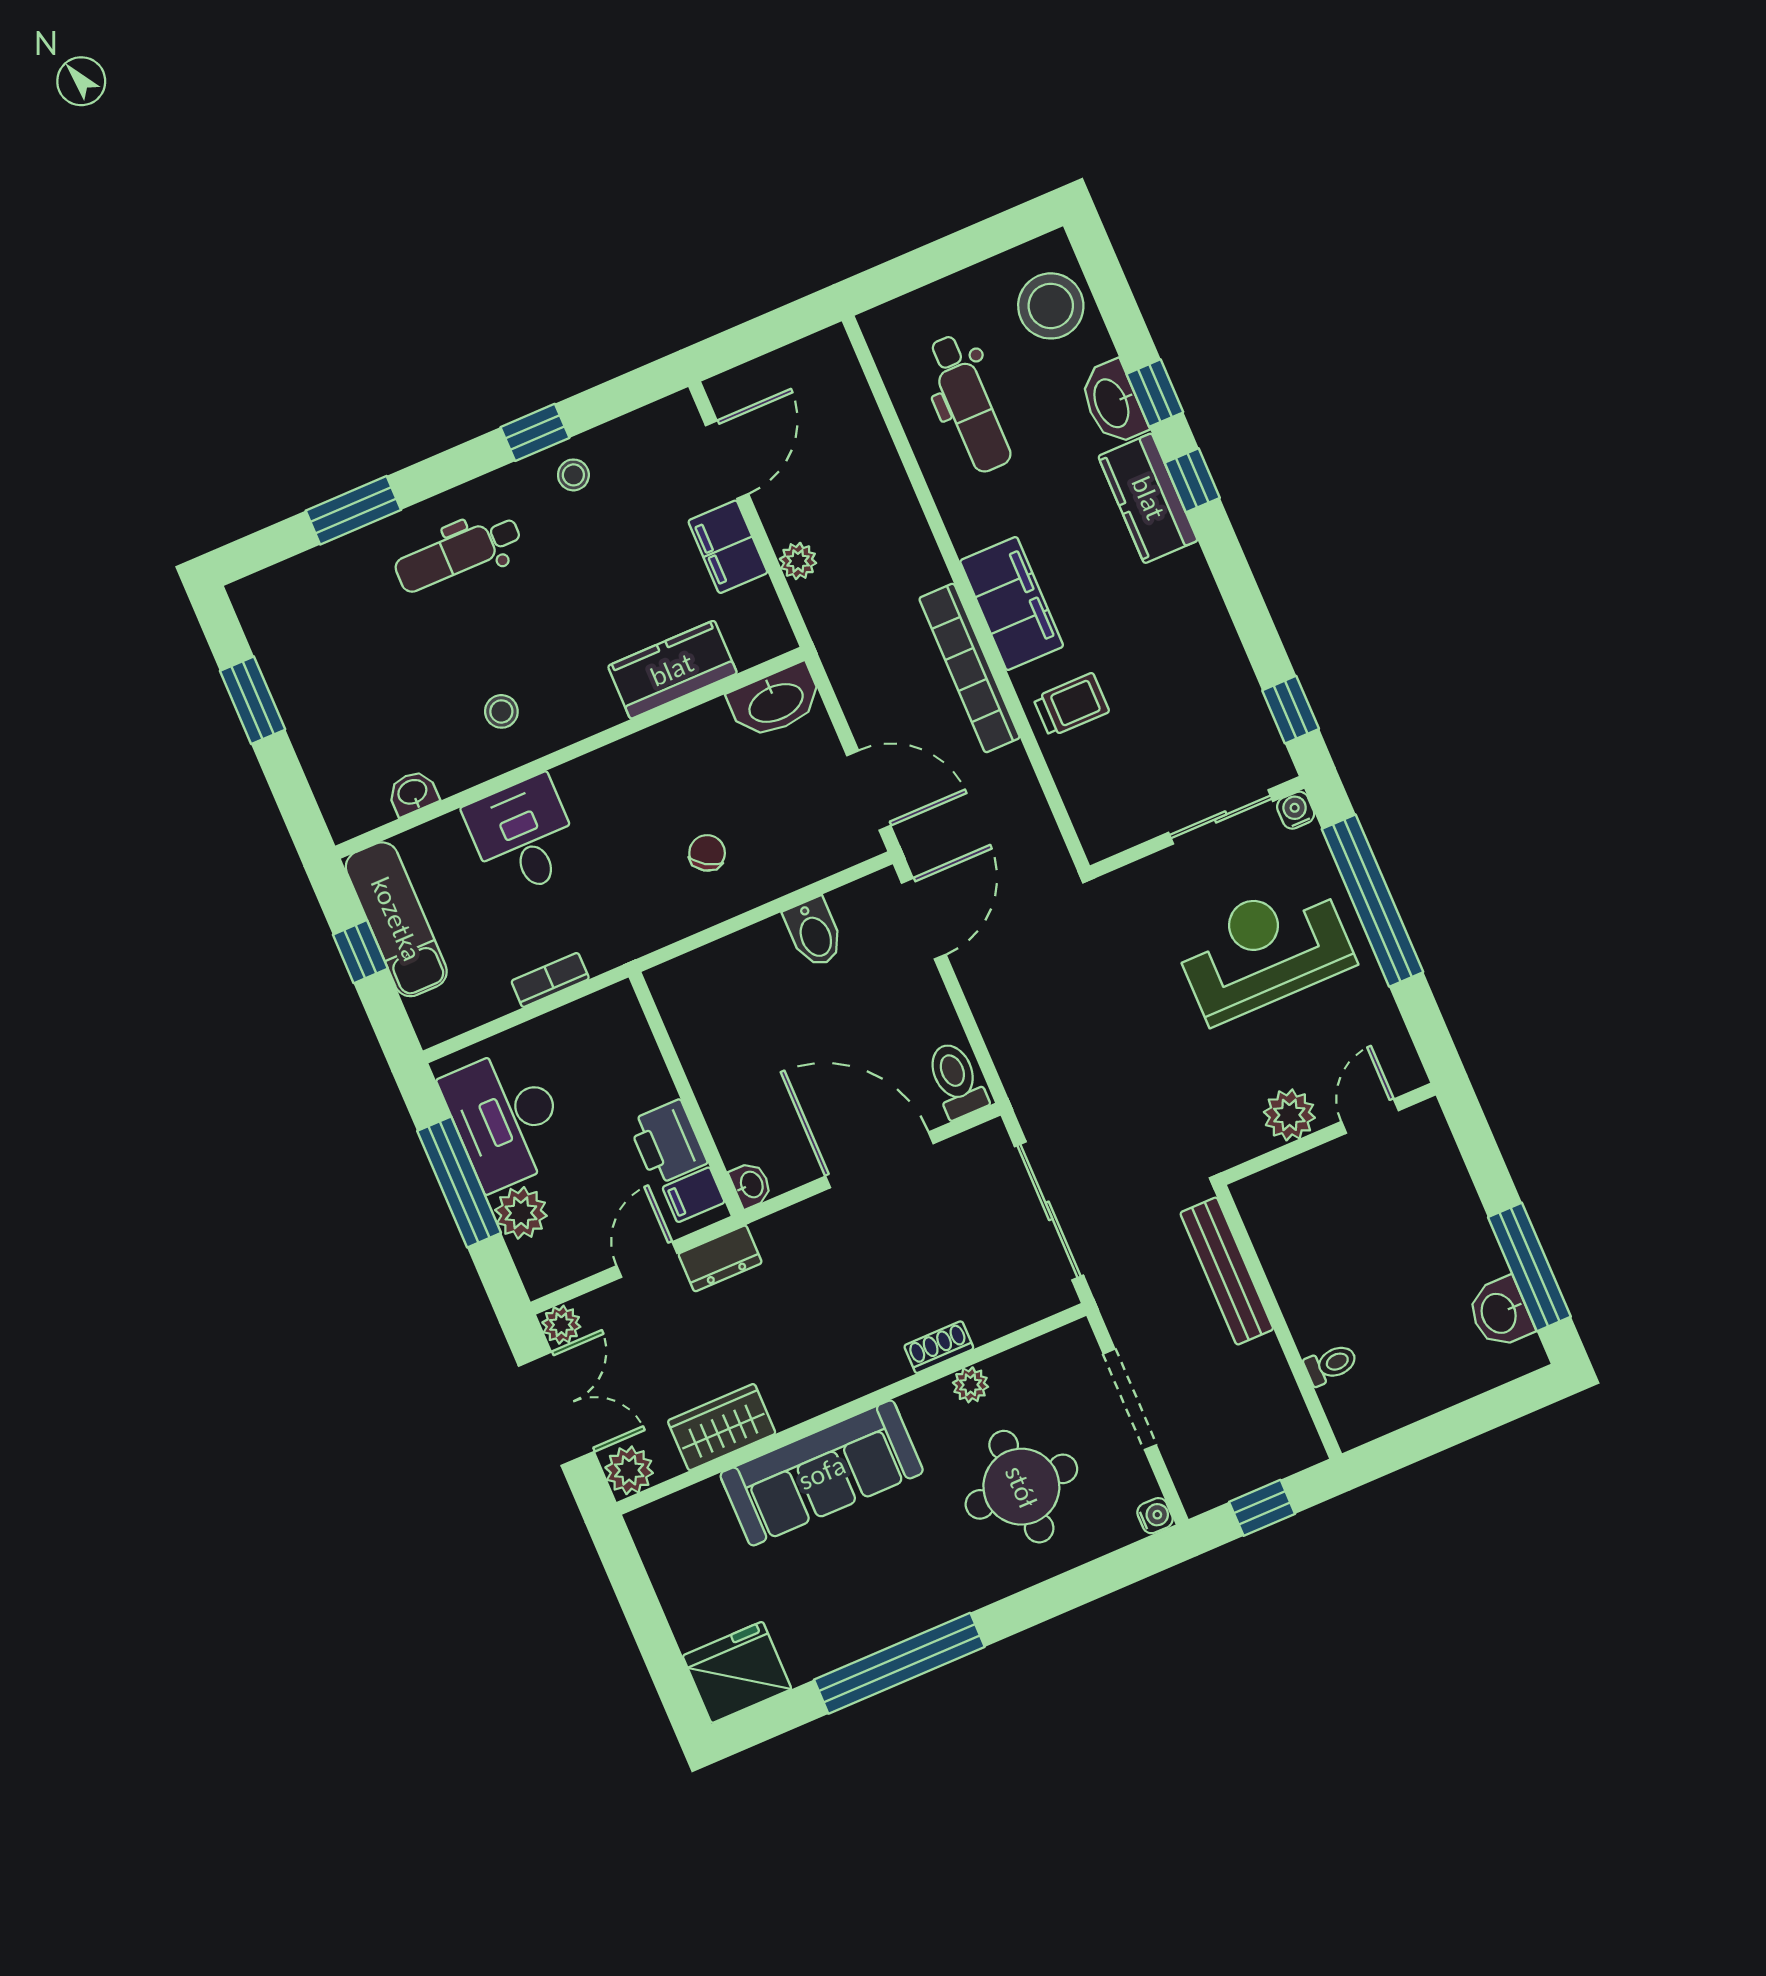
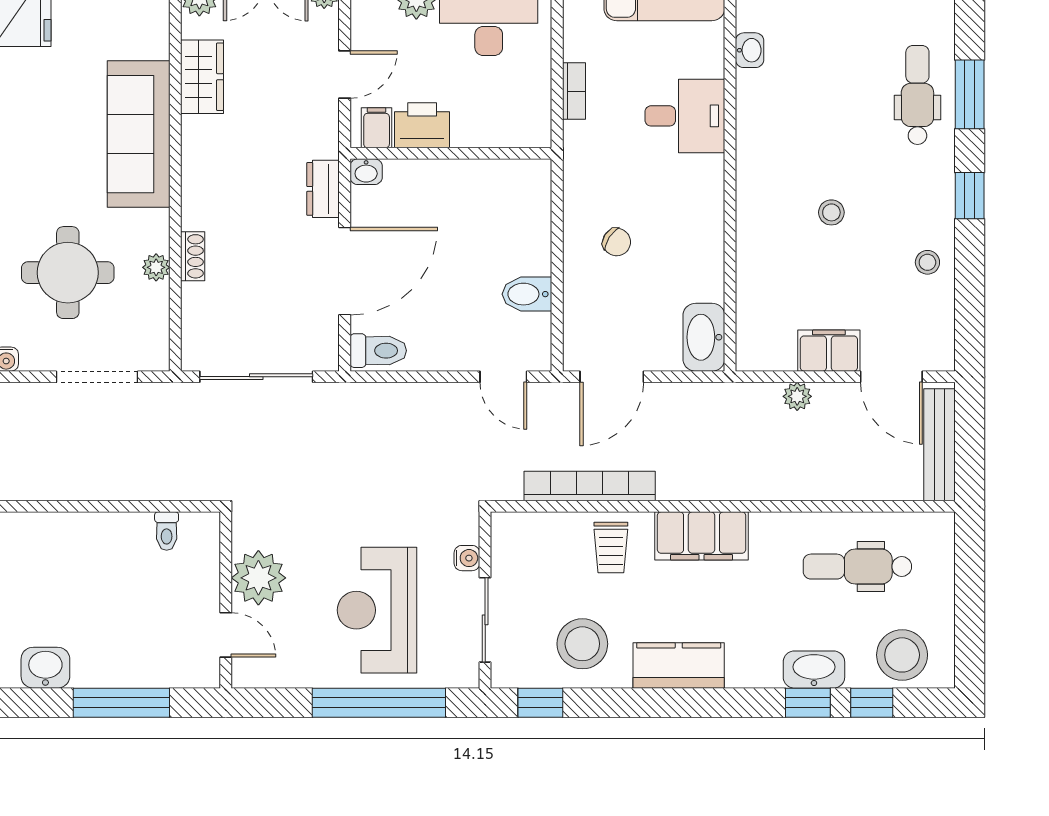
window: (535, 432) -> (970, 196), moved
window: (1192, 480) -> (872, 703), moved
kitchen counter: (1148, 498) -> (679, 665), moved
dental chair: (458, 554) -> (917, 95), moved
bookcase: (969, 668) -> (590, 486), moved
kitchen counter: (672, 670) -> (758, 273), removed
stool: (1200, 690) -> (582, 644), added
stool: (501, 711) -> (831, 212), moved
water cooler: (1296, 810) -> (467, 558), moved
door: (924, 919) -> (503, 377), width x0.73
reception desk: (1264, 950) -> (377, 610), turned 180
plant: (1289, 1115) -> (258, 578), width x1.36, depth x1.36
dresser: (720, 1258) -> (323, 189), moved
door: (647, 1260) -> (345, 75), hinge flipped
window: (1529, 1267) -> (121, 703), moved
bench: (1227, 1271) -> (939, 445), moved, turned 90
toilet: (1331, 1364) -> (167, 531), moved

